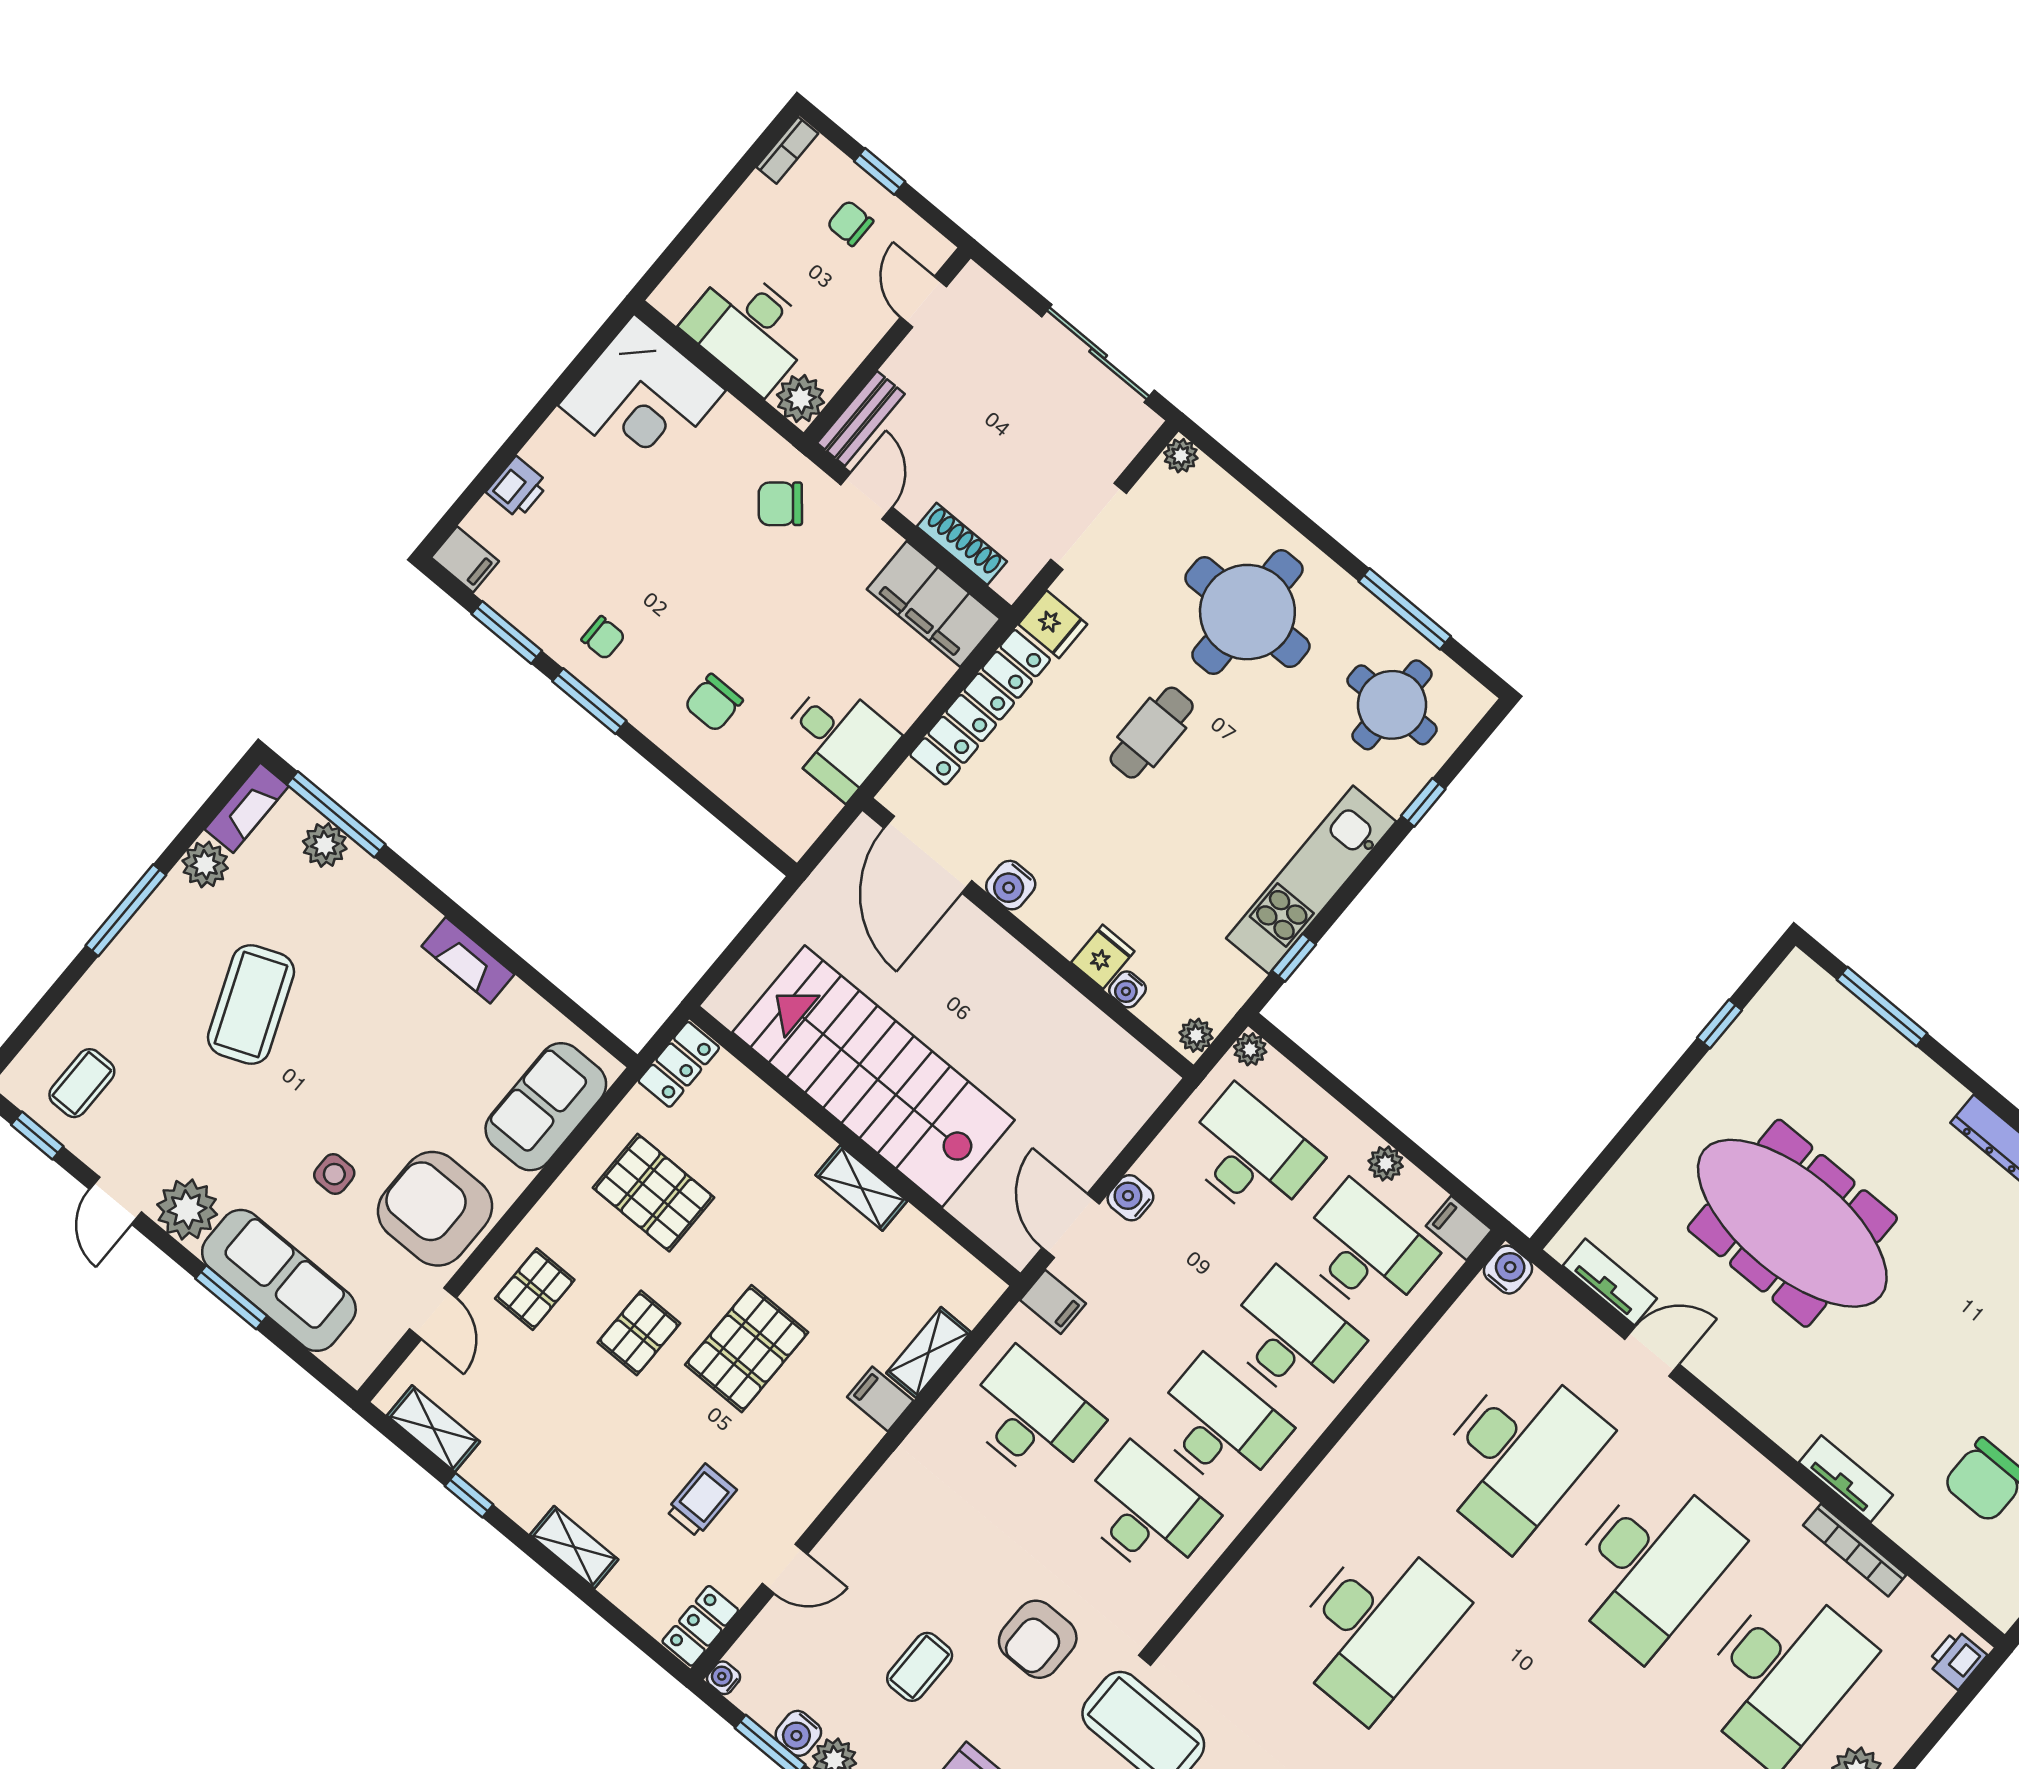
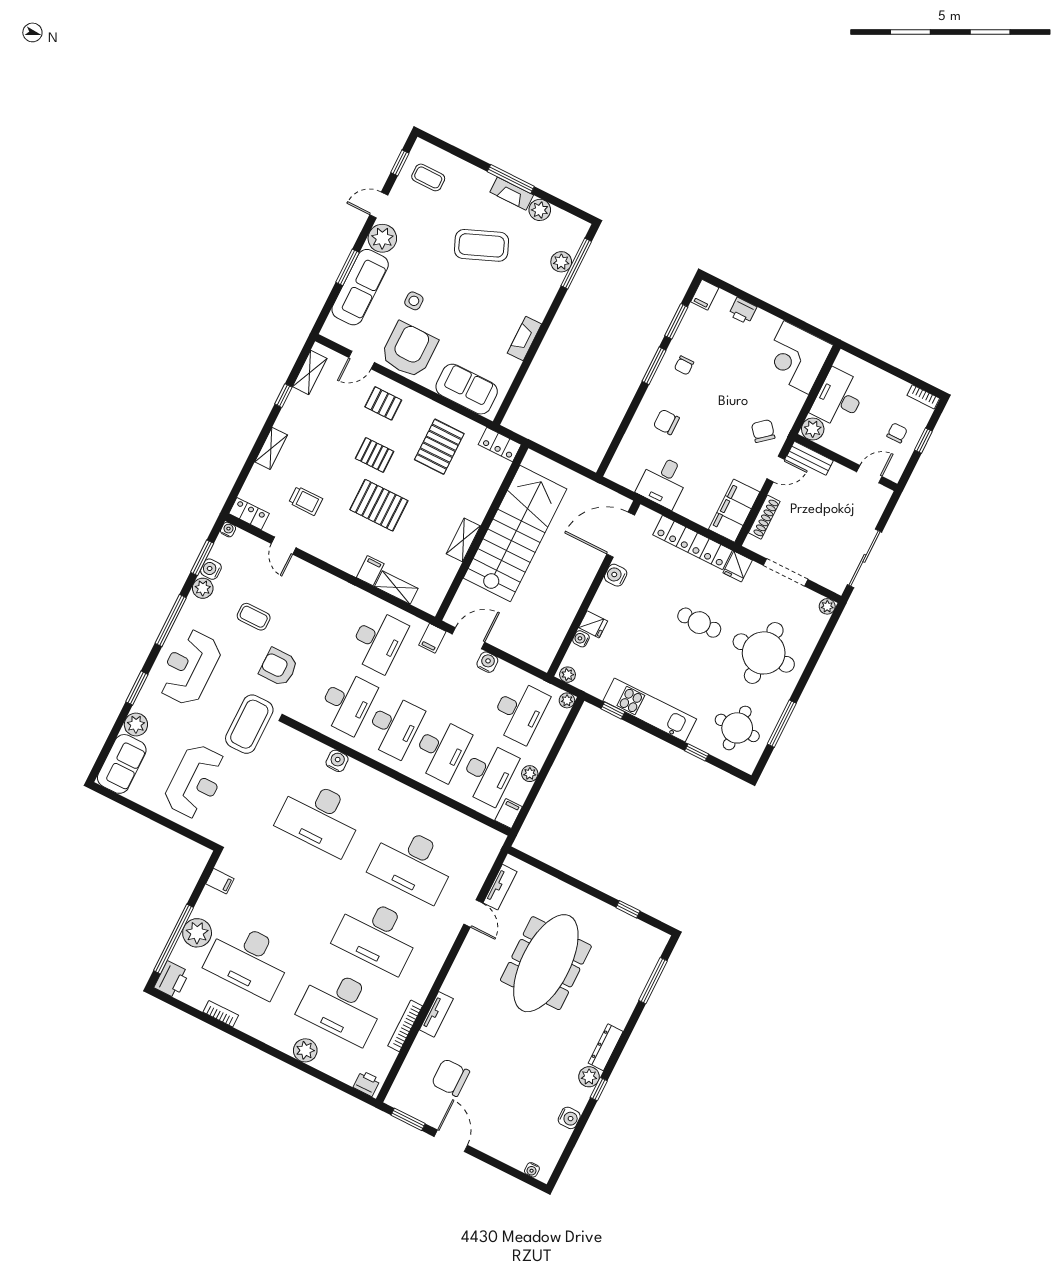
fireplace: (247, 808) -> (512, 194), moved
water cooler: (1508, 1270) -> (337, 761), moved, turned -90

